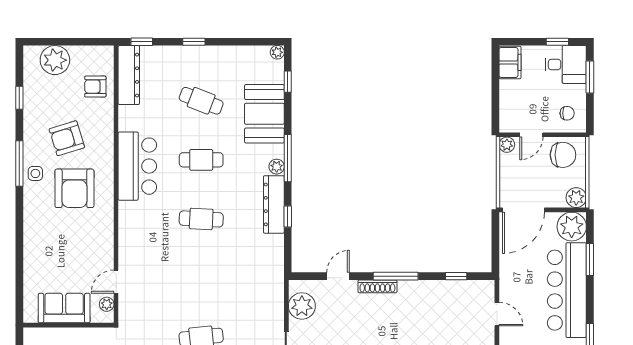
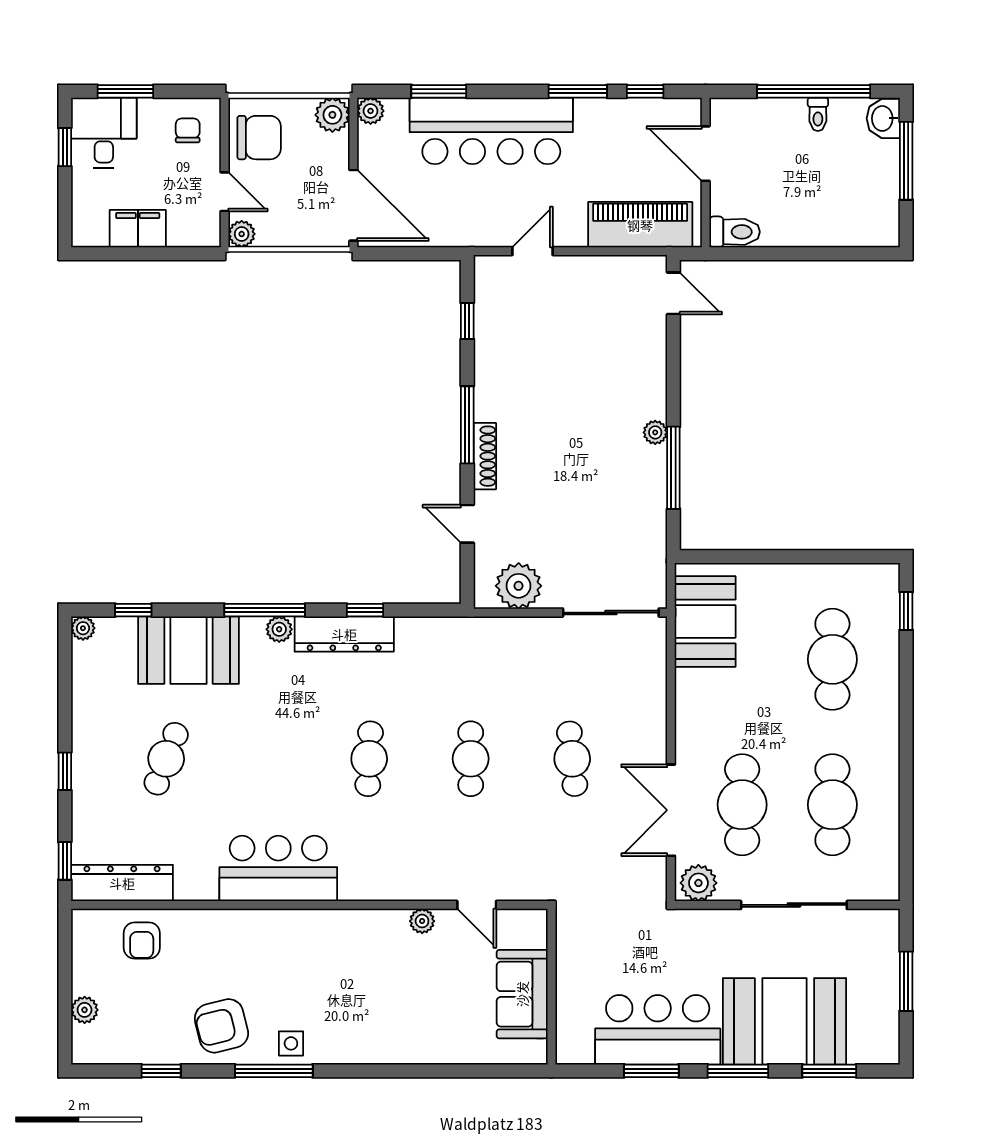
plant: (55, 60) -> (85, 1010), width x0.53, depth x0.53
filing cabinet: (510, 62) -> (138, 229), moved
armchair: (67, 138) -> (221, 1026), moved, turned 93
chair: (563, 155) -> (259, 138), turned 90
cafe table: (201, 160) -> (471, 759), moved
armchair: (74, 188) -> (317, 976), removed
plant: (572, 227) -> (371, 111), width x0.53, depth x0.53
plant: (107, 304) -> (422, 921), moved

